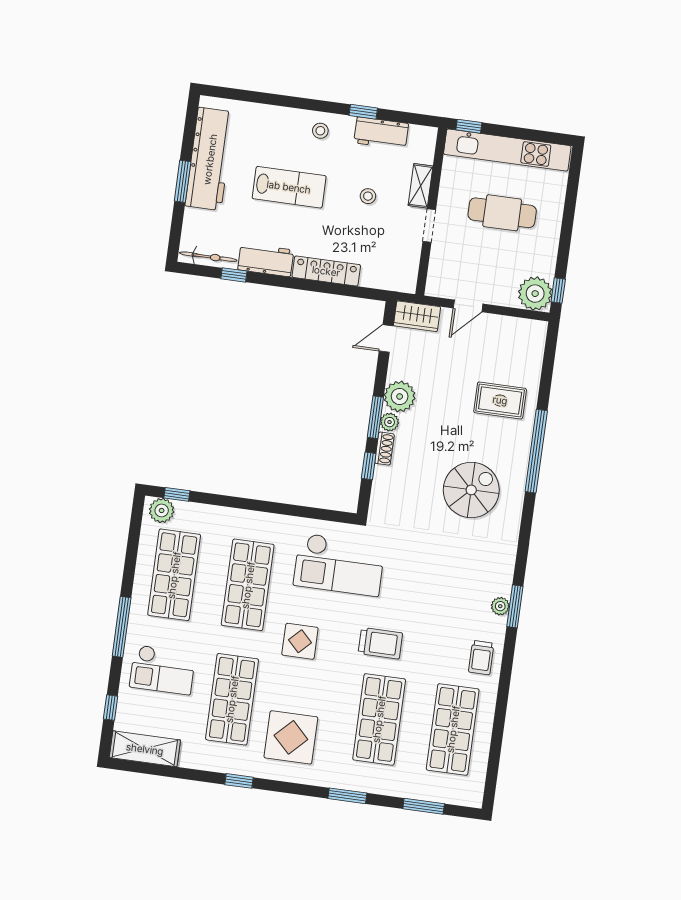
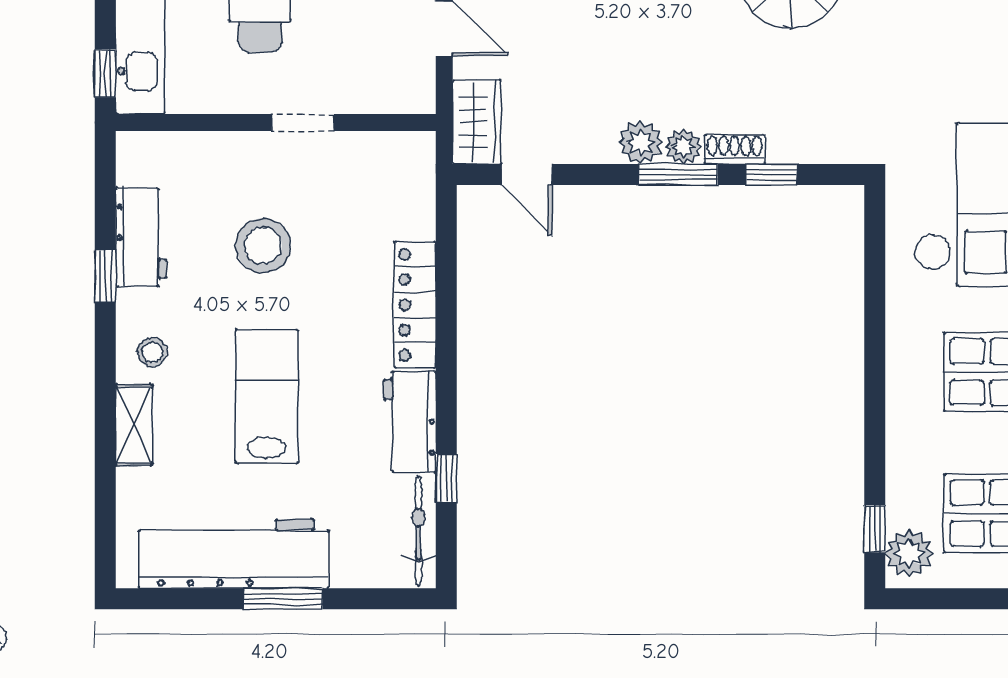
shelving: (421, 186) -> (134, 425), moved, turned 90
stool: (368, 196) -> (263, 246), width x1.89, depth x1.89
plant: (400, 396) -> (641, 142), width x0.73, depth x0.73

